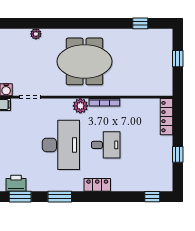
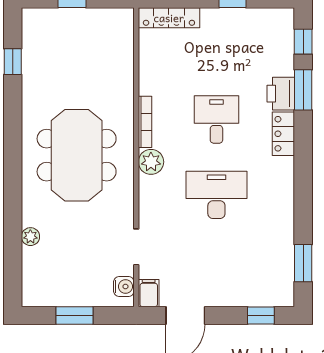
desk: (61, 145) -> (216, 195), width x0.73, depth x0.77
printer: (16, 183) -> (281, 94), moved
window: (60, 197) -> (303, 90), moved

